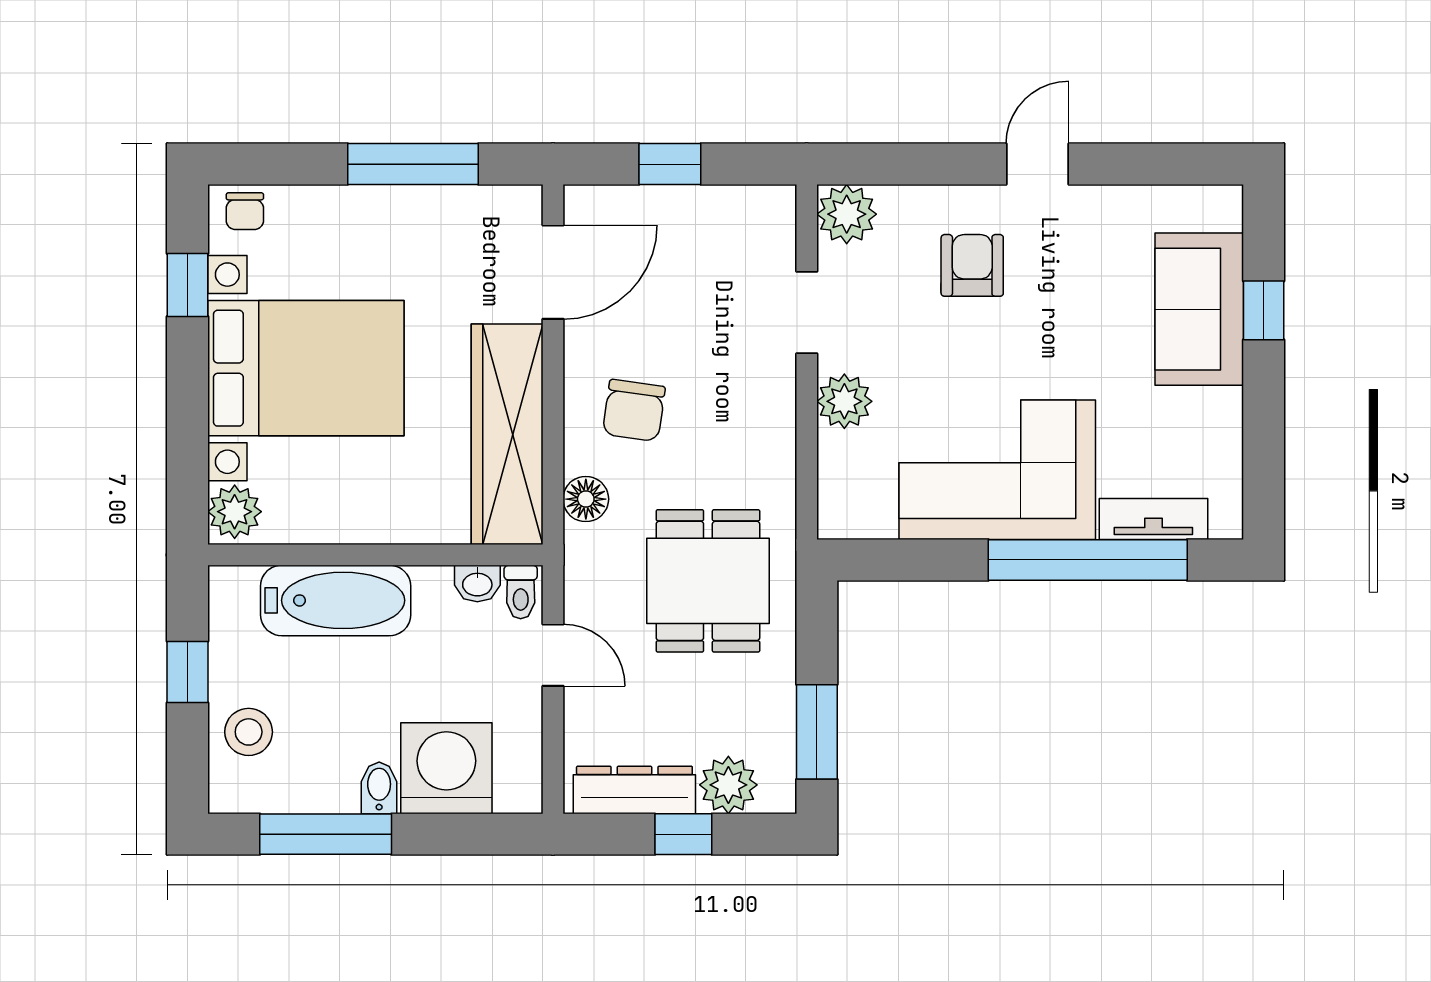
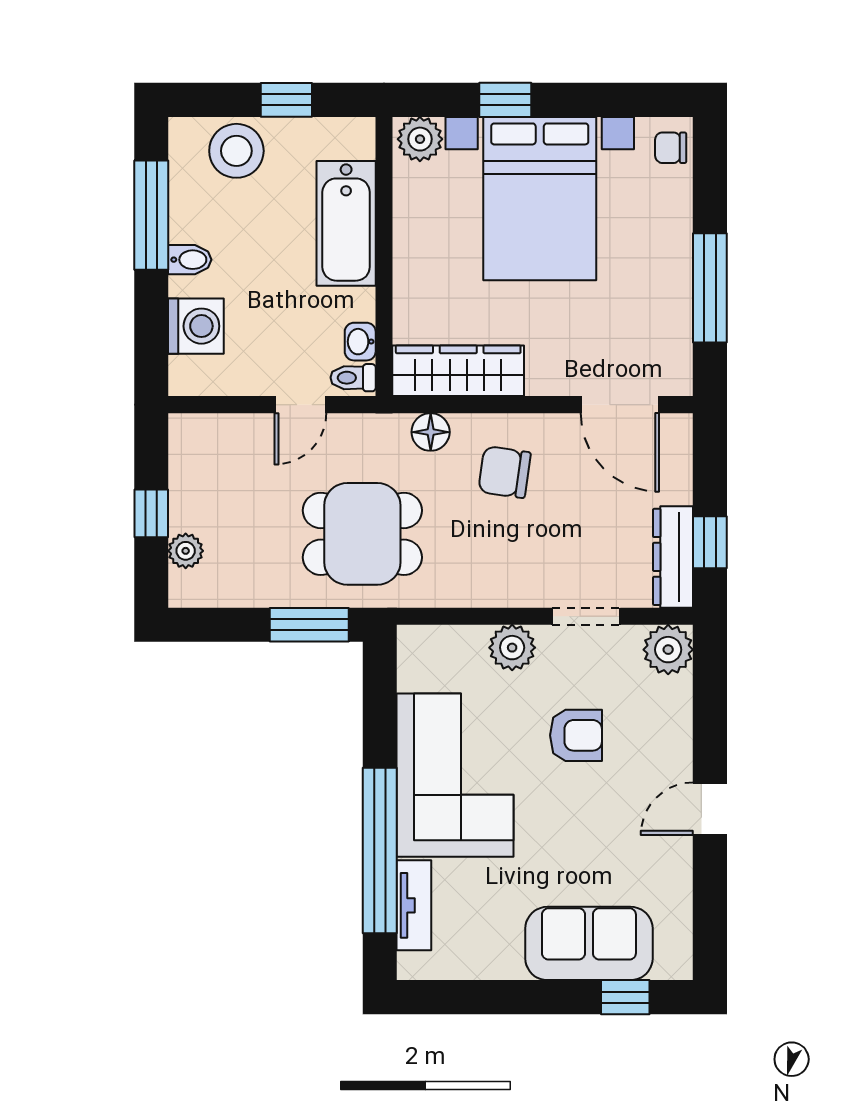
window: (670, 164) -> (710, 542), moved
door: (1038, 164) -> (710, 809), swing flipped
armchair: (972, 265) -> (576, 735), moved
window: (187, 285) -> (505, 100), moved
window: (1264, 310) -> (625, 997), moved
wardrobe: (507, 434) -> (458, 371), width x0.71, depth x0.85
stool: (249, 732) -> (236, 151), width x1.38, depth x1.38
window: (817, 732) -> (309, 625), moved
washing machine: (446, 768) -> (196, 326), width x0.73, depth x0.73
plant: (728, 785) -> (186, 551), width x0.73, depth x0.73
dresser: (634, 790) -> (673, 557), moved, turned 180

